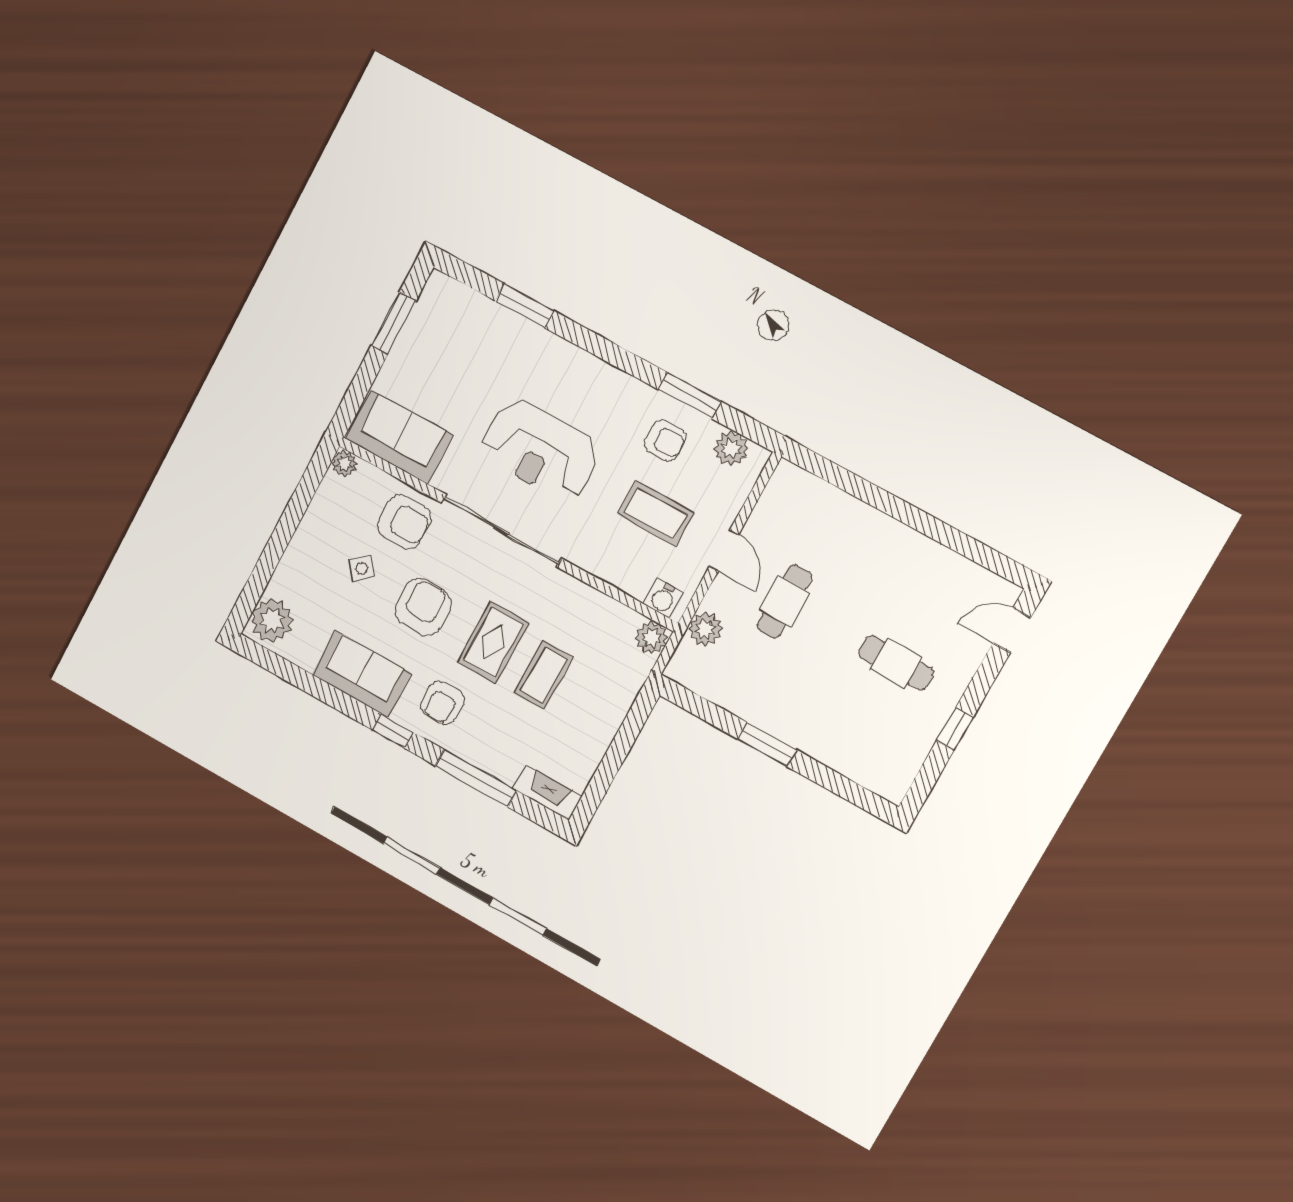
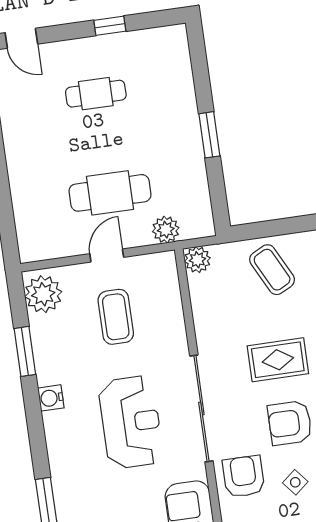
armchair: (665, 441) -> (65, 346), removed
plant: (731, 449) -> (43, 294), width x1.36, depth x1.36
water cooler: (663, 598) -> (51, 398), moved, turned 180
cafe table: (784, 601) -> (110, 193), width x1.37, depth x1.35
cafe table: (896, 663) -> (96, 94), turned 90
coffee table: (544, 675) -> (272, 270), moved, turned 63

